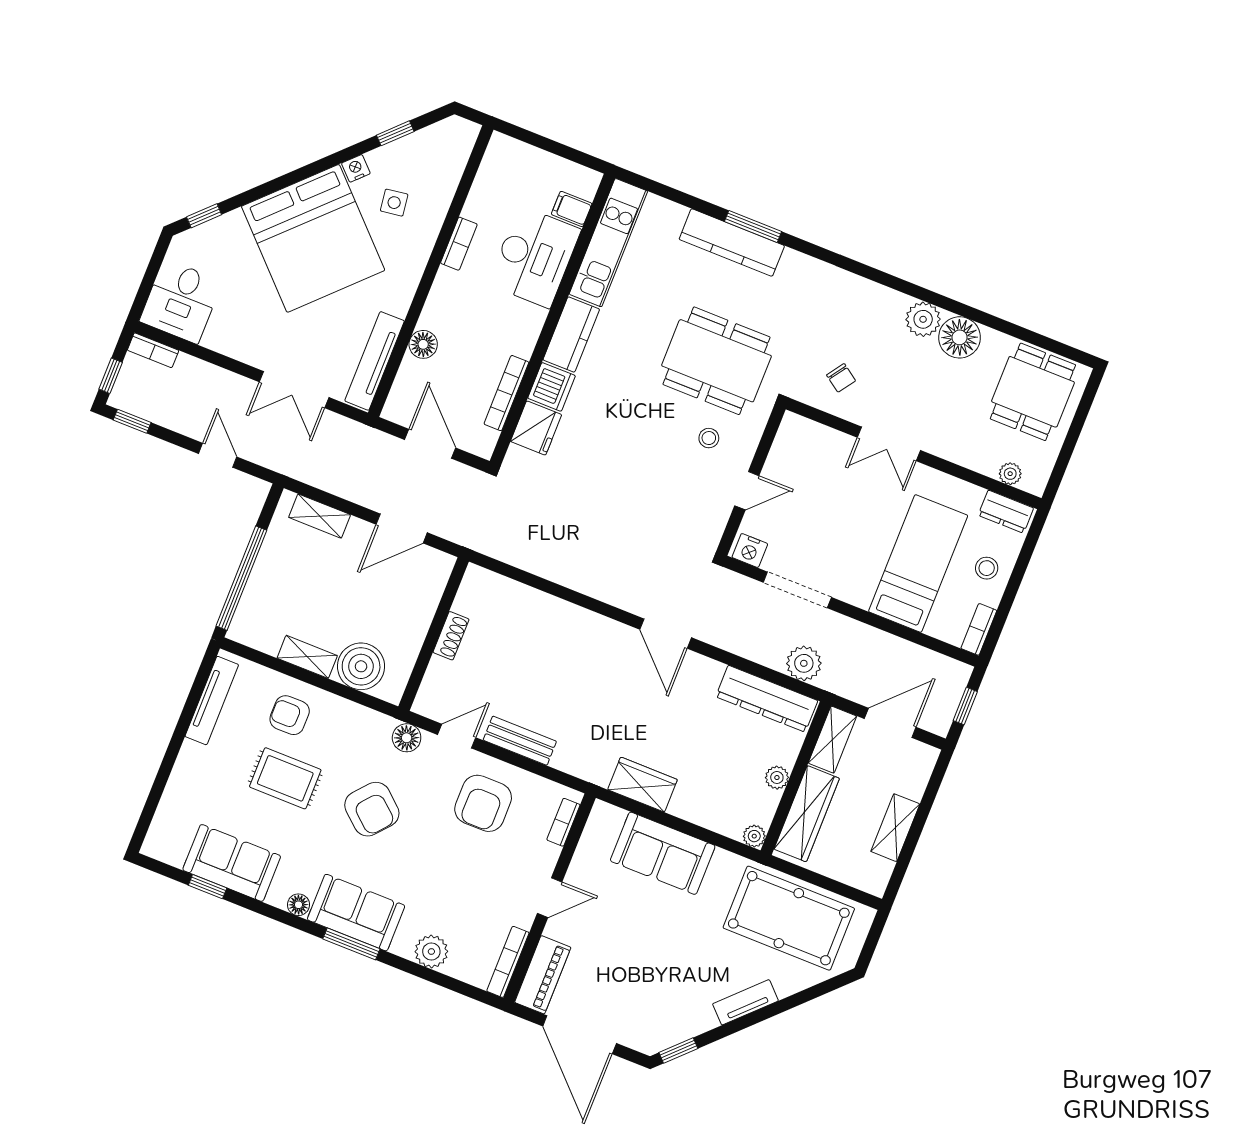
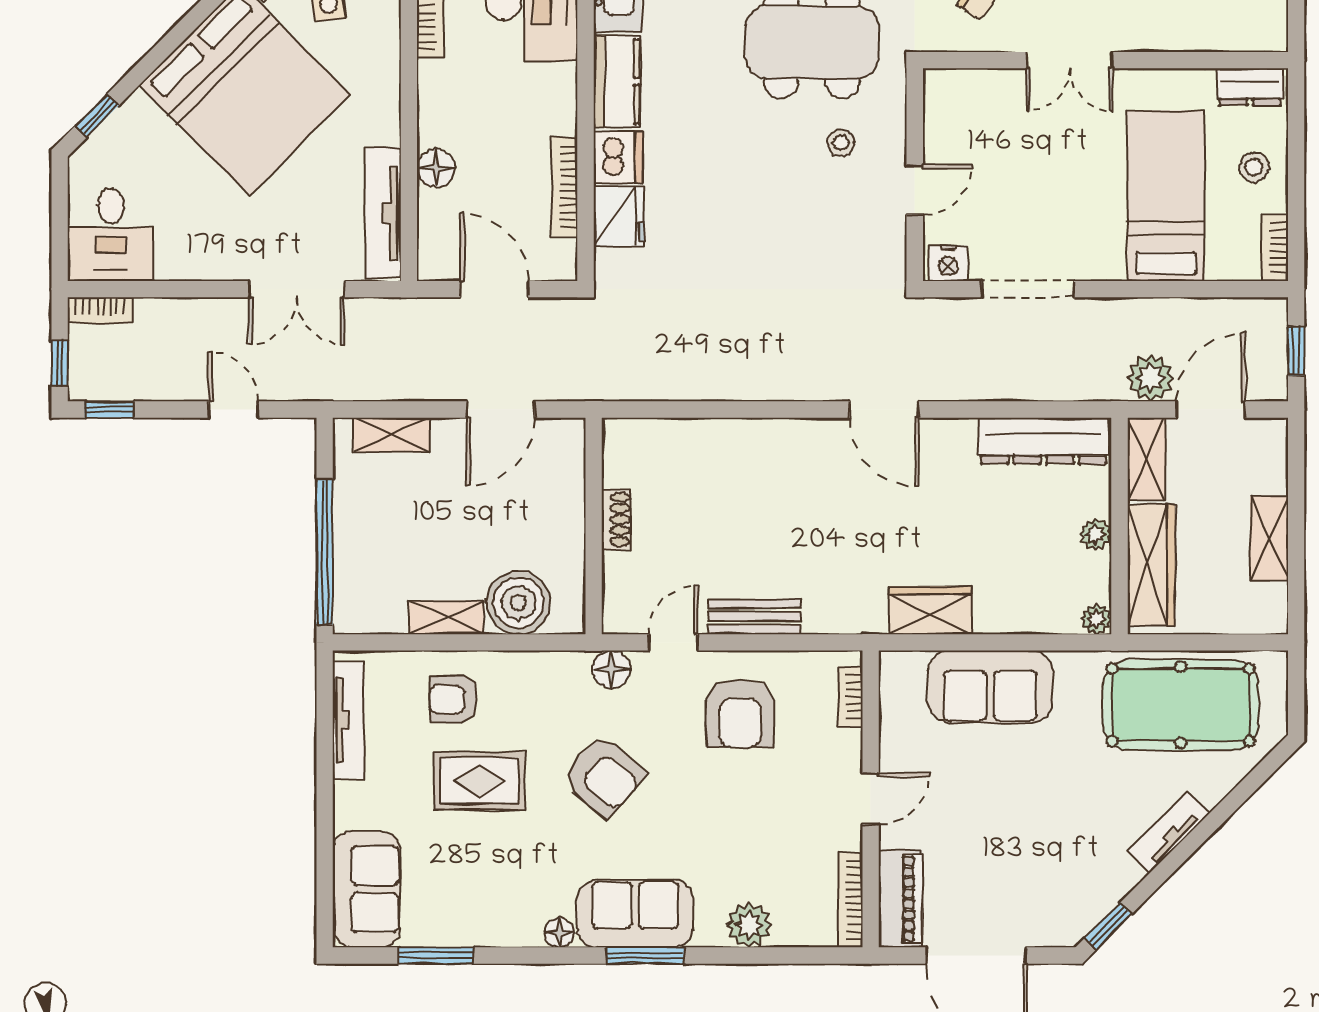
plant: (1010, 474) -> (1237, 37), removed
plant: (804, 663) -> (1151, 378), moved
sofa: (232, 863) -> (366, 889), moved, turned 90
window: (208, 887) -> (436, 955), width x1.50

